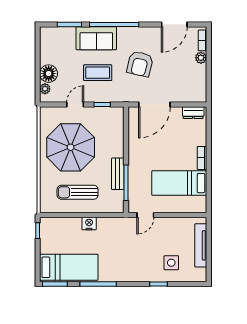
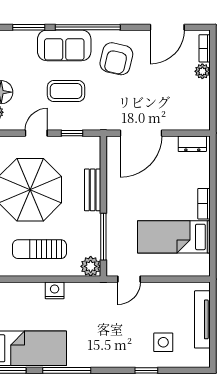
armchair: (140, 64) -> (116, 59), moved
bench: (118, 174) -> (93, 190), moved
plant: (116, 205) -> (91, 266), added

